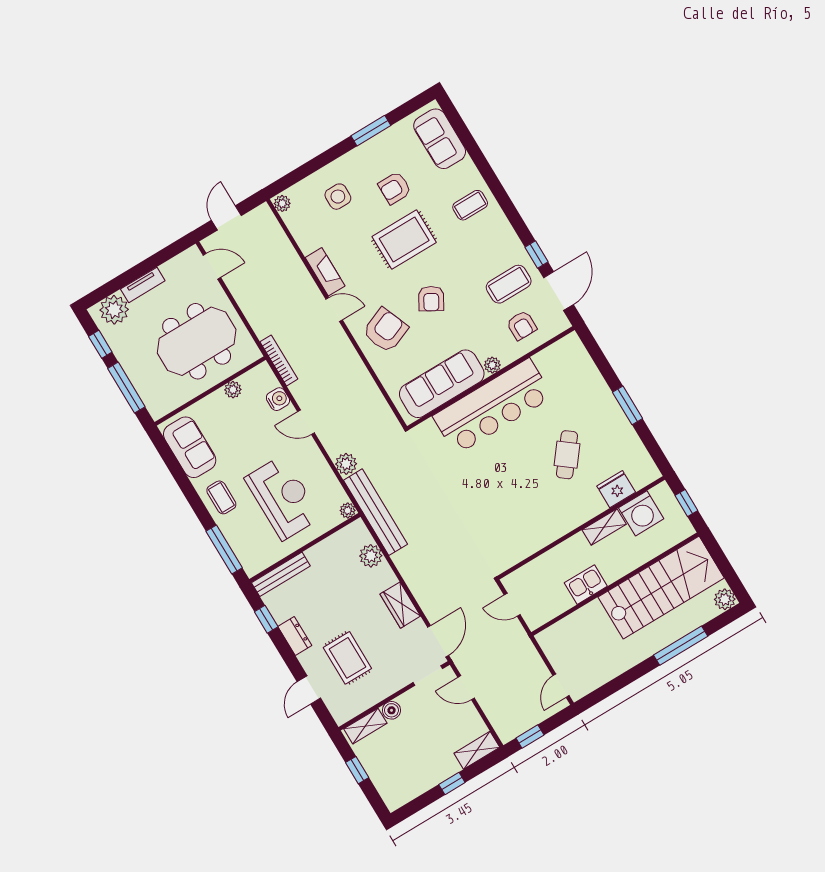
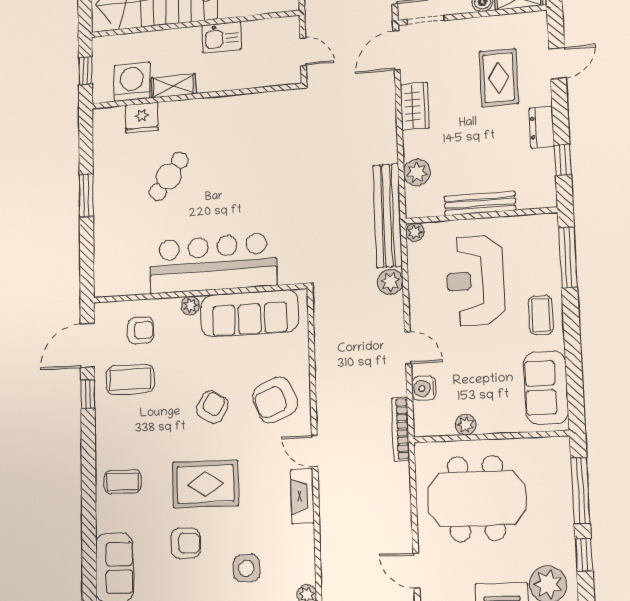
armchair: (522, 325) -> (141, 330), turned 90
bench: (281, 574) -> (480, 203), moved

